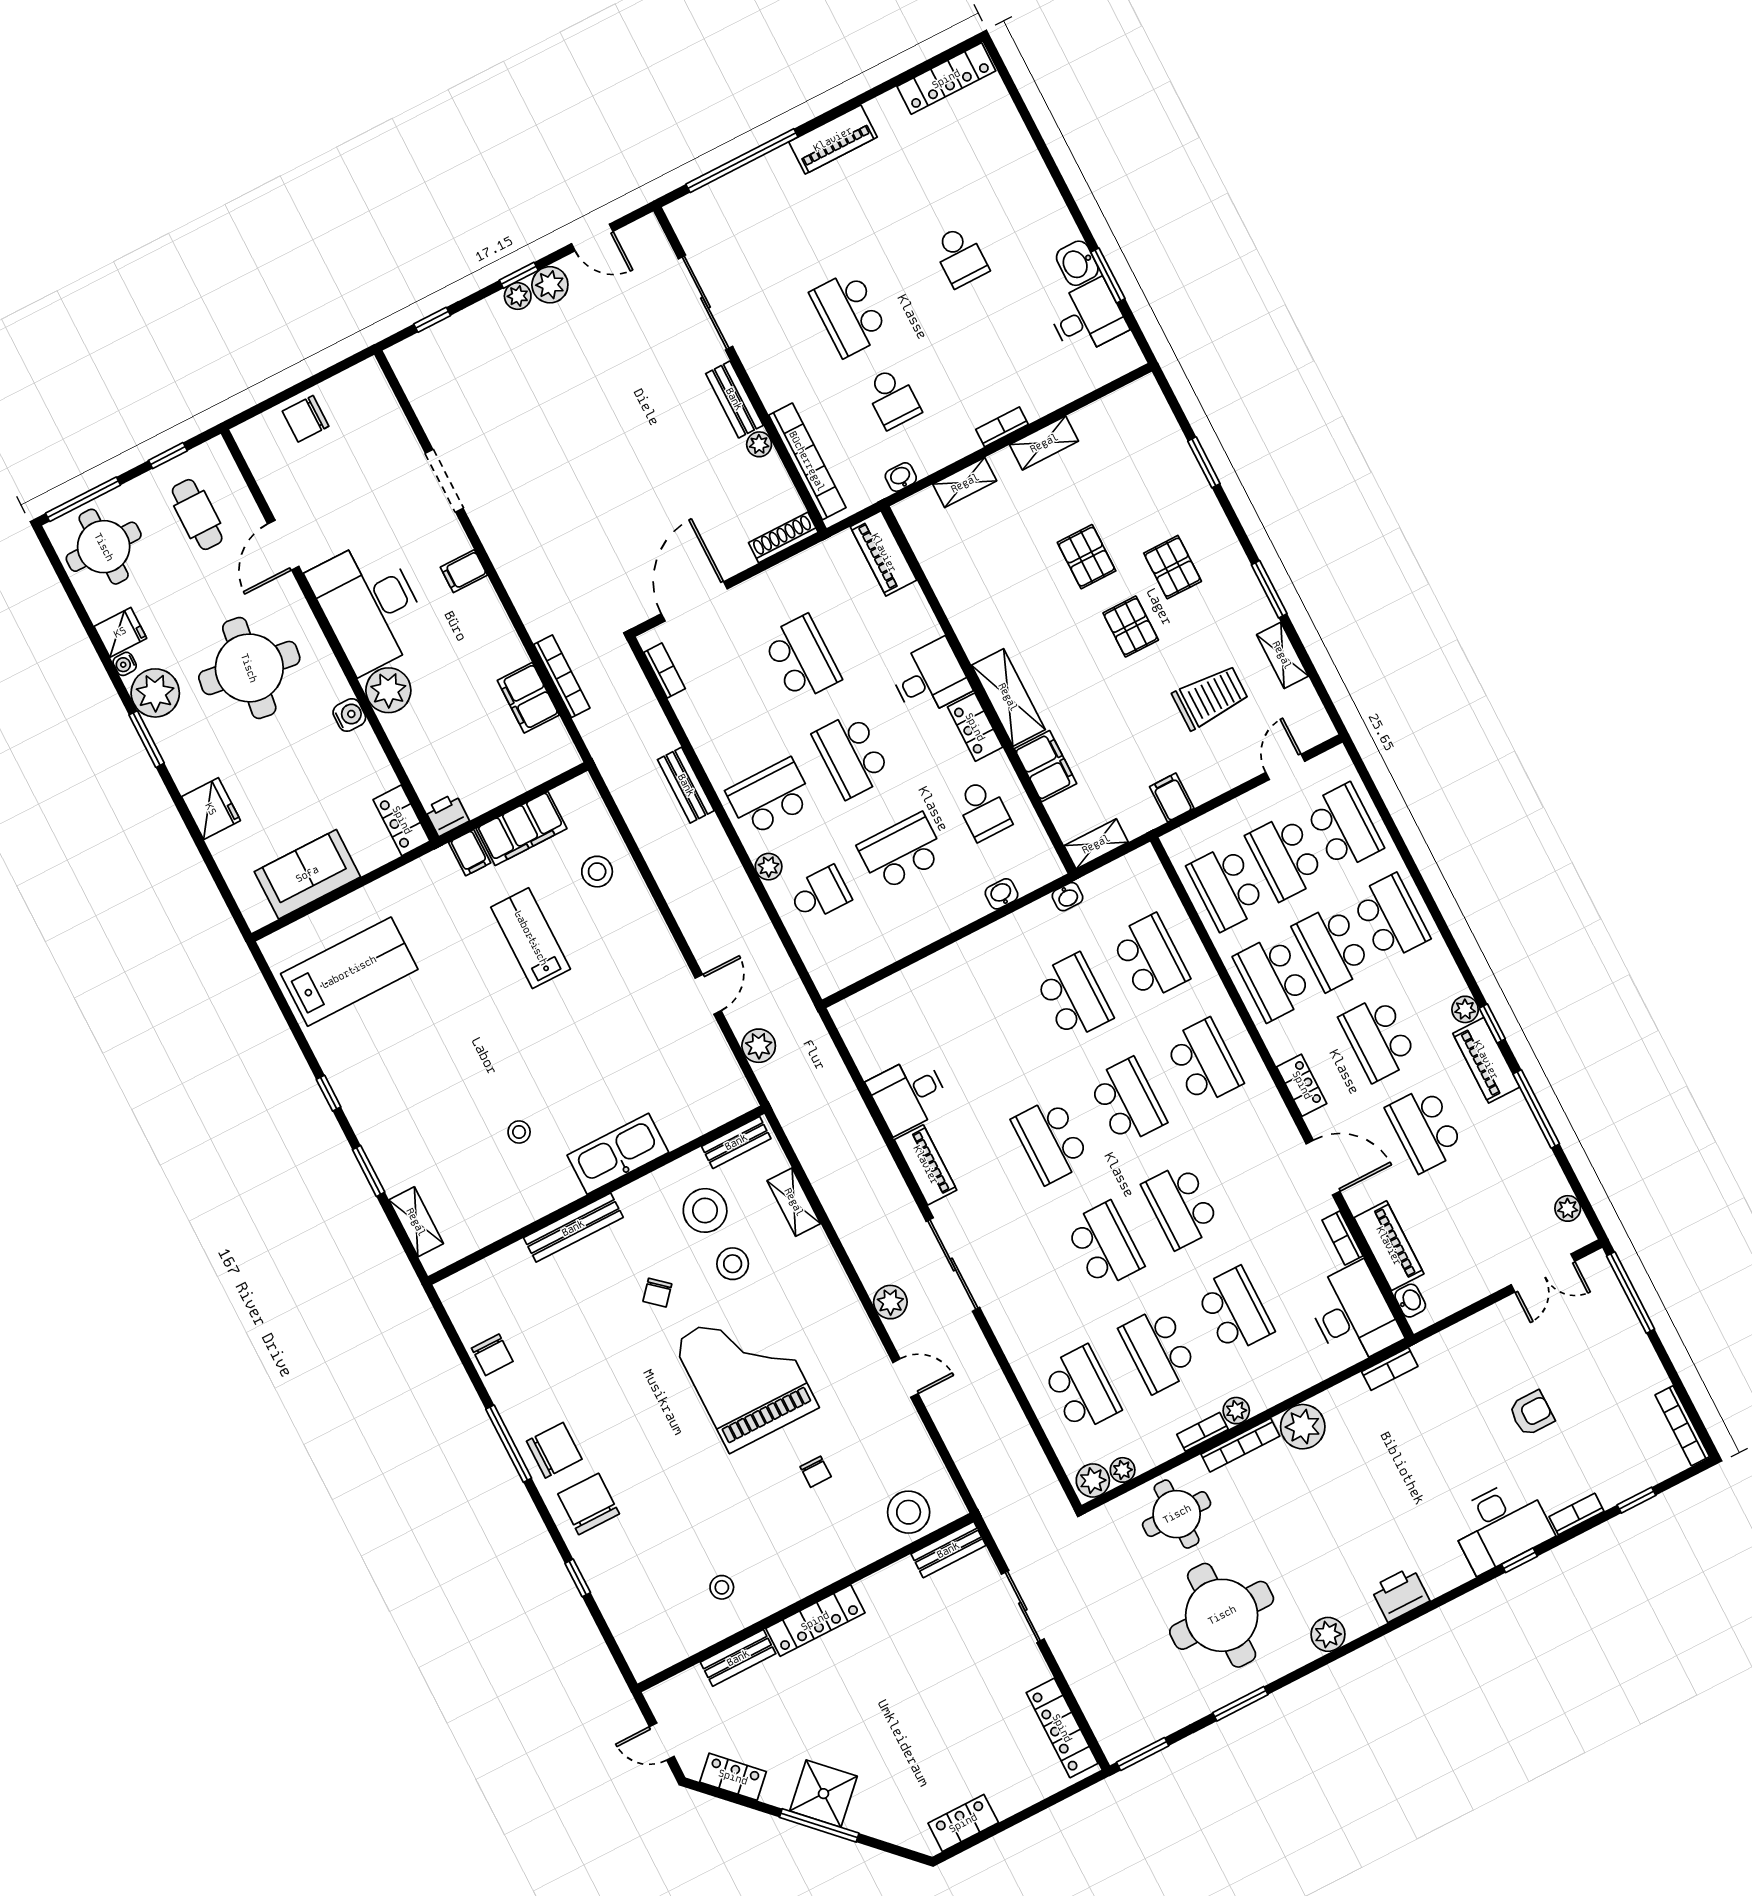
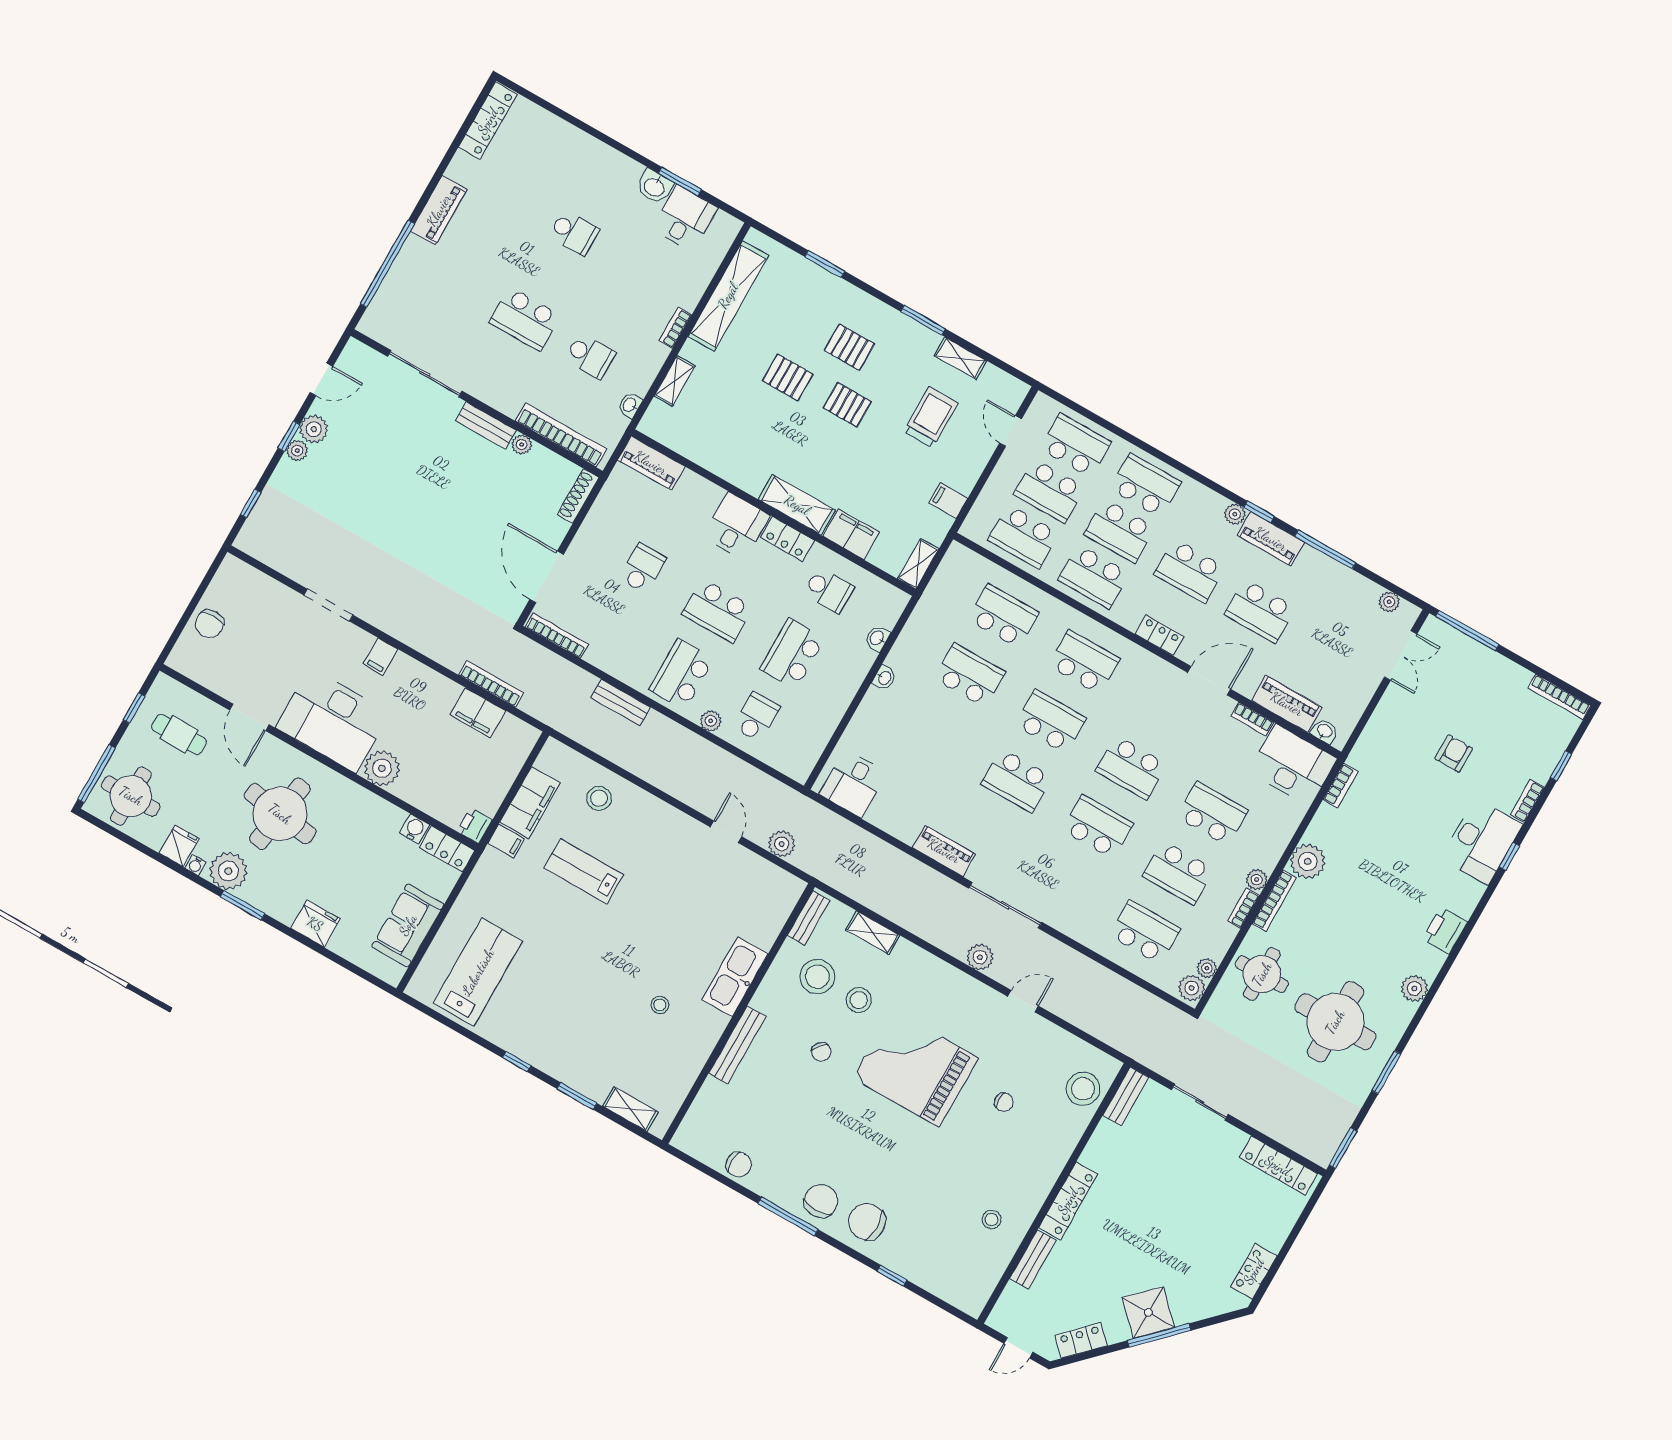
shelving: (1044, 443) -> (728, 296), width x2.20, depth x1.33
school desk: (802, 658) -> (643, 568), width x0.54
bookcase: (664, 670) -> (557, 636), width x1.56
water cooler: (349, 715) -> (414, 829), moved
washbasin: (1068, 897) -> (884, 678), moved
desk: (909, 1094) -> (853, 783), moved

